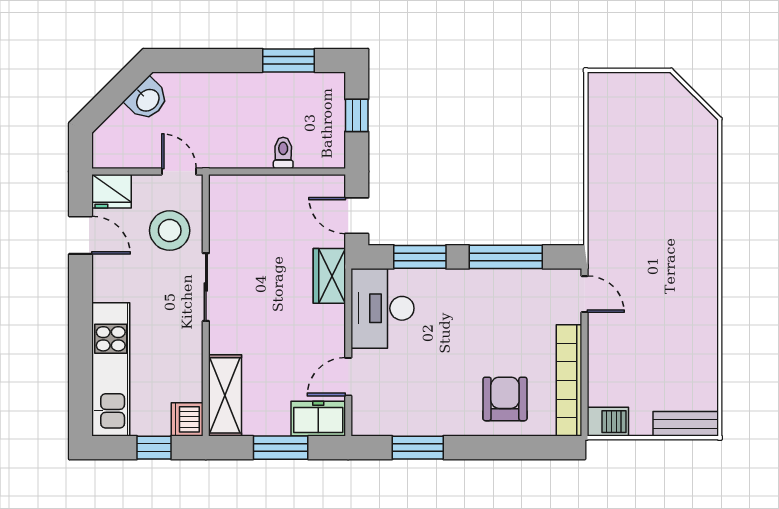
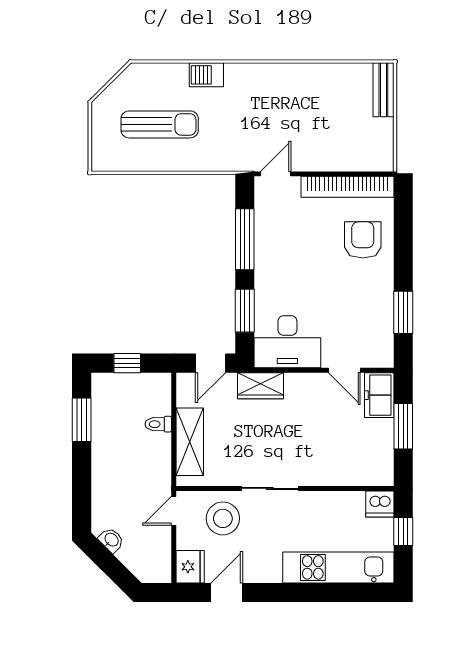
washbasin: (147, 100) -> (111, 540), width x0.72, depth x0.69
sun lounger: (644, 154) -> (160, 124), added
shelving: (225, 395) -> (190, 442), moved, turned 90
armchair: (505, 399) -> (363, 240), turned 90
barbecue: (608, 422) -> (206, 75), moved, turned -90

